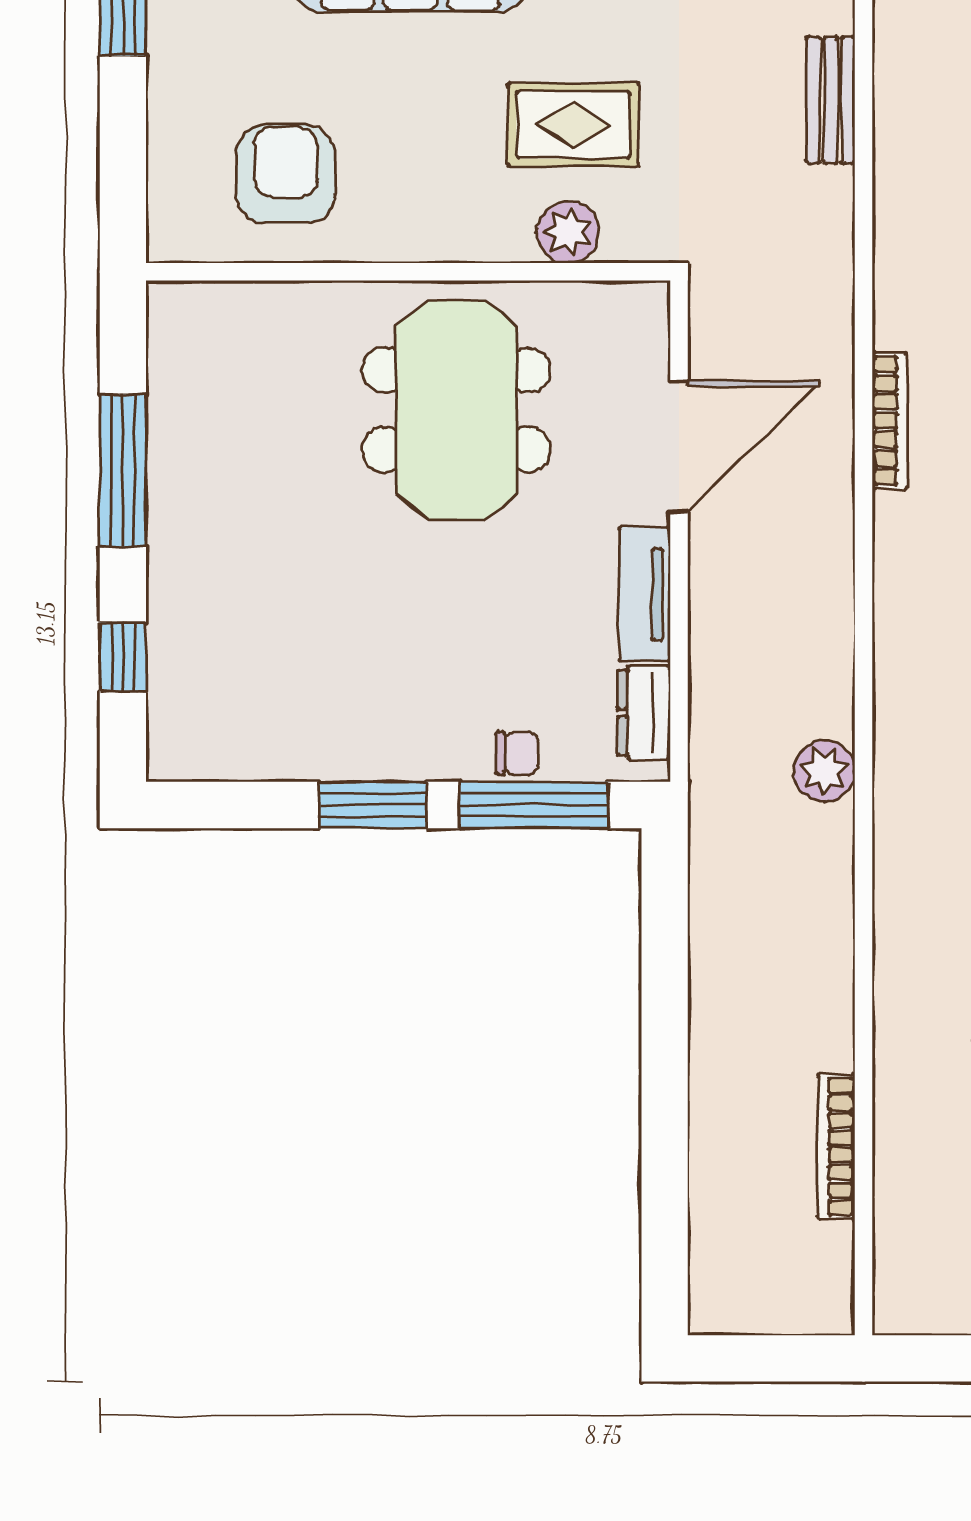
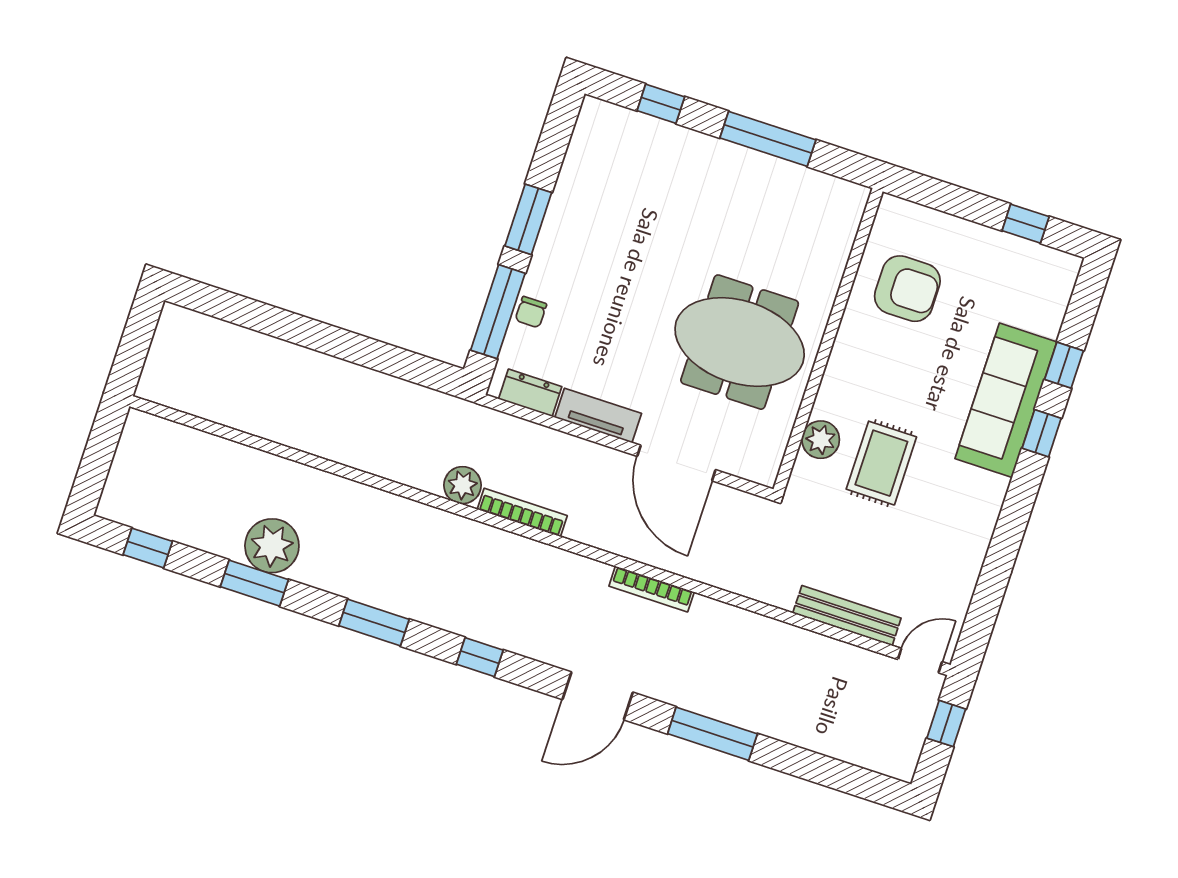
bench: (831, 100) -> (847, 616), width x1.36
bookcase: (836, 1147) -> (522, 512), moved

